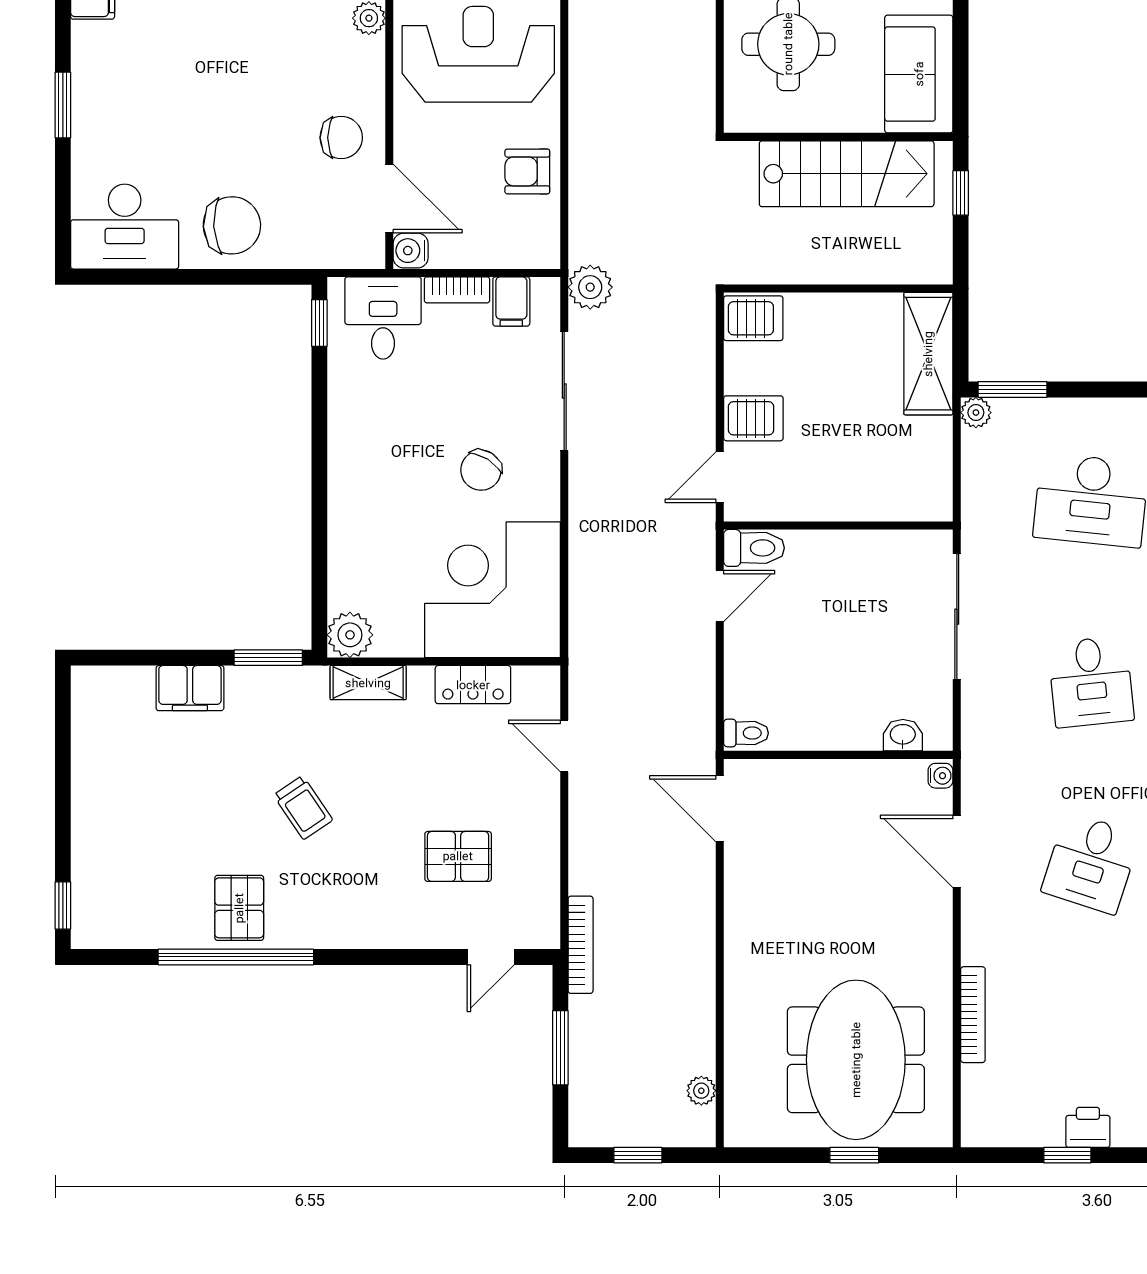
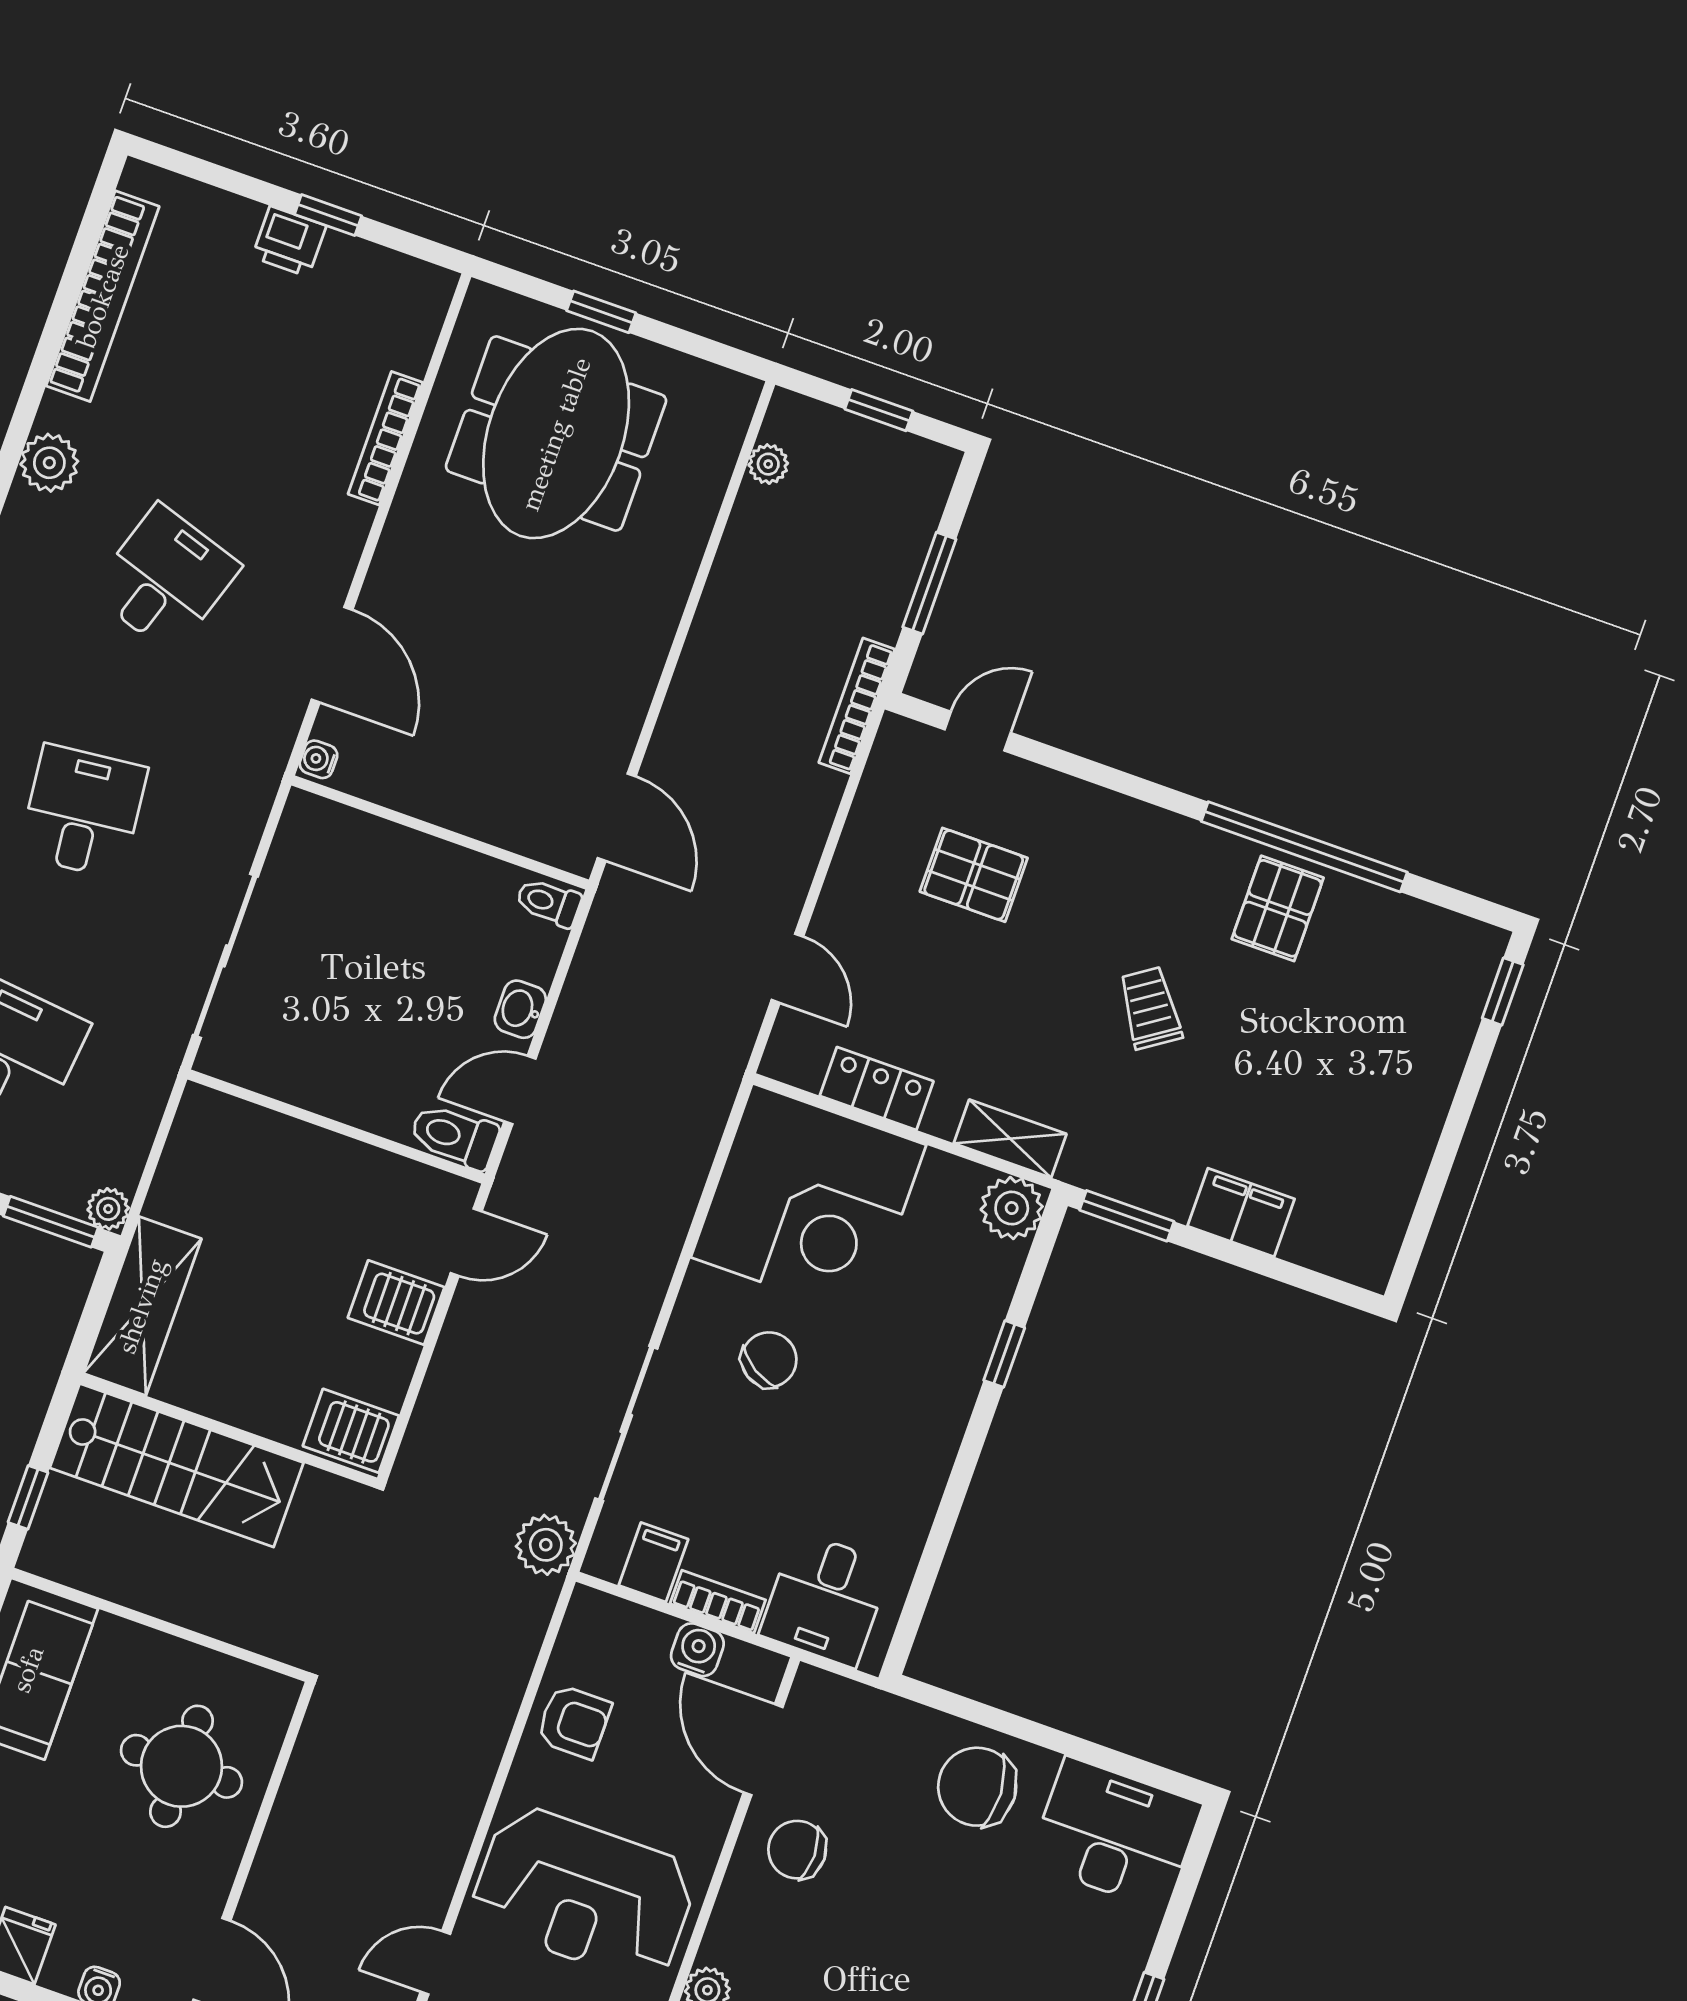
stairs: (847, 174) -> (177, 1465), moved, turned 180
water cooler: (411, 251) -> (697, 1650), moved, turned -90
window: (319, 323) -> (1004, 1354), moved
washbasin: (903, 735) -> (520, 1009), moved, turned 90

